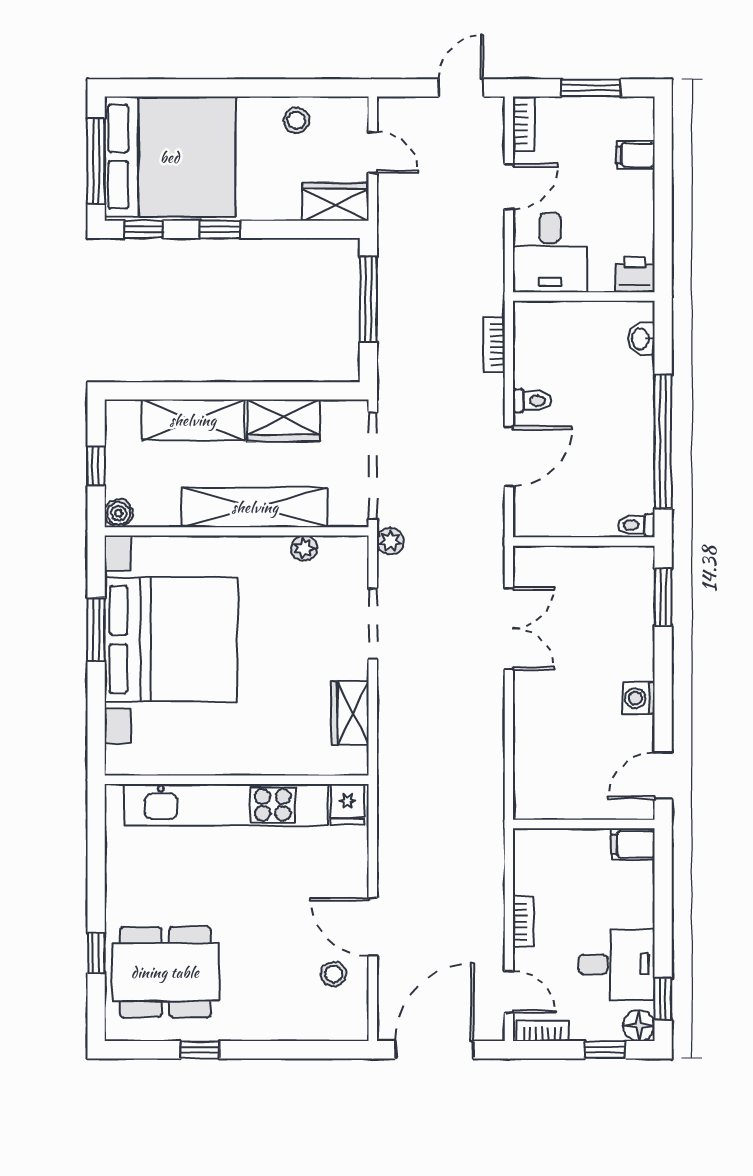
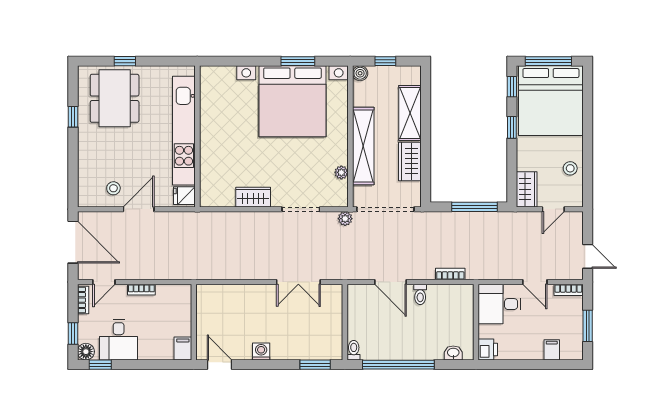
wall: (237, 780) -> (197, 136), moved
fridge: (347, 804) -> (184, 196), moved
kitchen unit: (226, 805) -> (184, 131), moved

